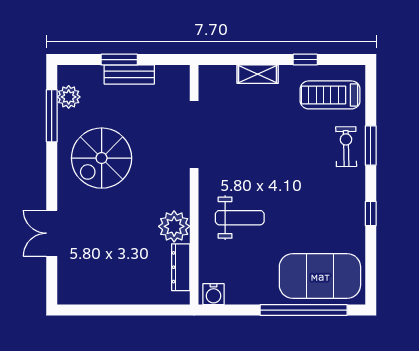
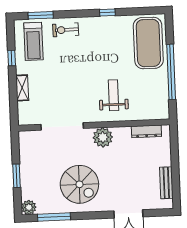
bench: (129, 74) -> (166, 183), moved
plant: (69, 97) -> (29, 207), moved
window: (371, 146) -> (41, 15), moved
plant: (174, 226) -> (103, 137), moved
water cooler: (214, 294) -> (163, 110), removed
window: (304, 310) -> (171, 72), moved

